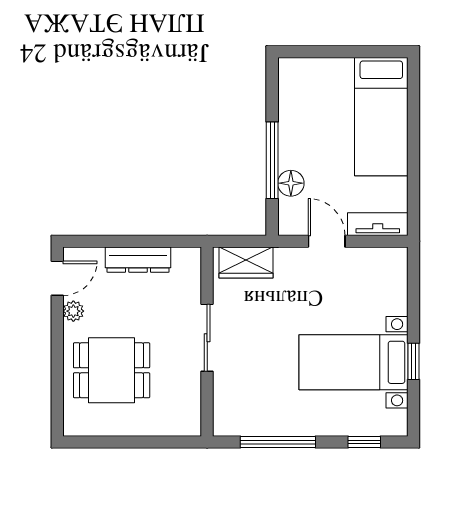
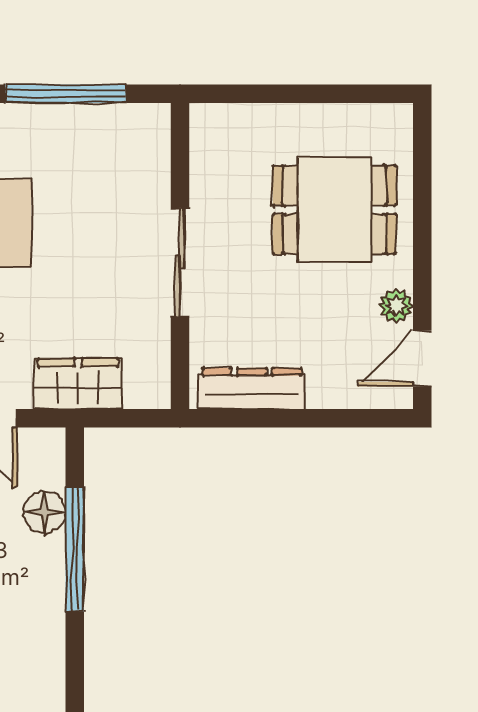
dresser: (138, 260) -> (252, 388), moved
wardrobe: (246, 263) -> (78, 384), moved

